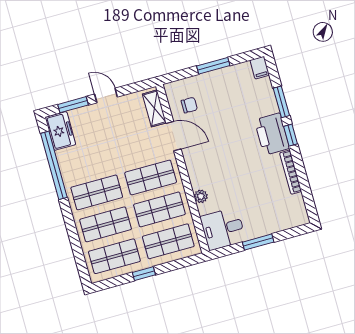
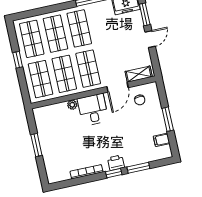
filing cabinet: (260, 68) -> (162, 140), moved
printer: (272, 134) -> (116, 163), width x0.53, depth x0.68
desk: (223, 229) -> (93, 110), moved

